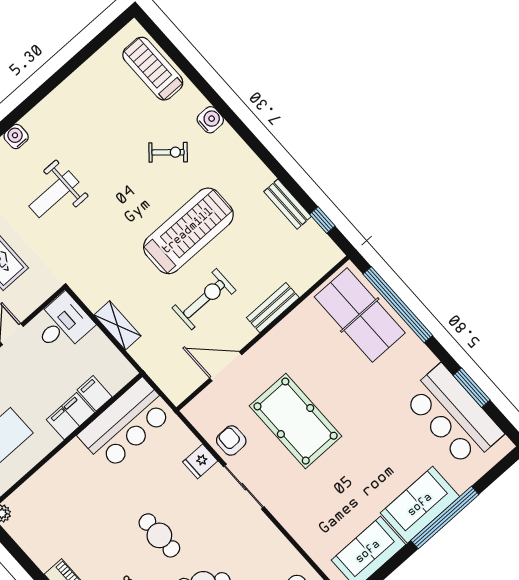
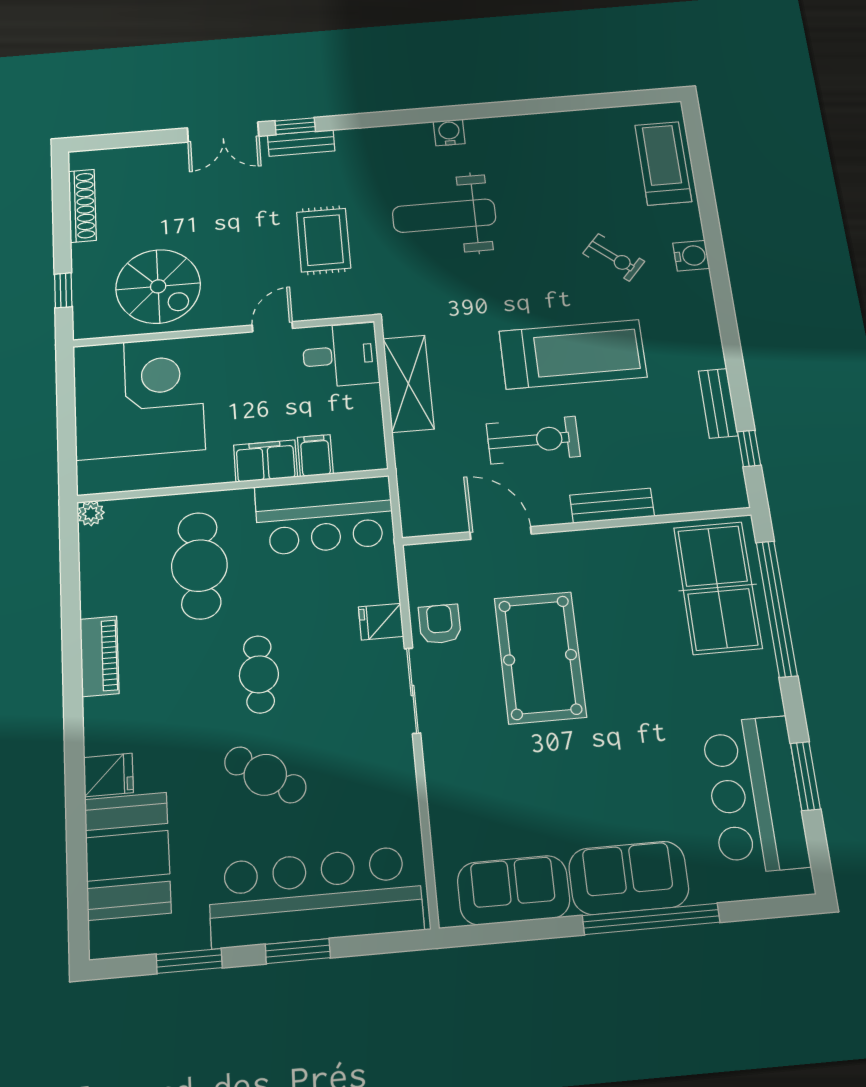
weight bench: (54, 194) -> (444, 216), width x1.36, depth x1.33
shelving: (117, 325) -> (408, 383), width x1.50, depth x1.33
cafe table: (82, 500) -> (199, 566), added

